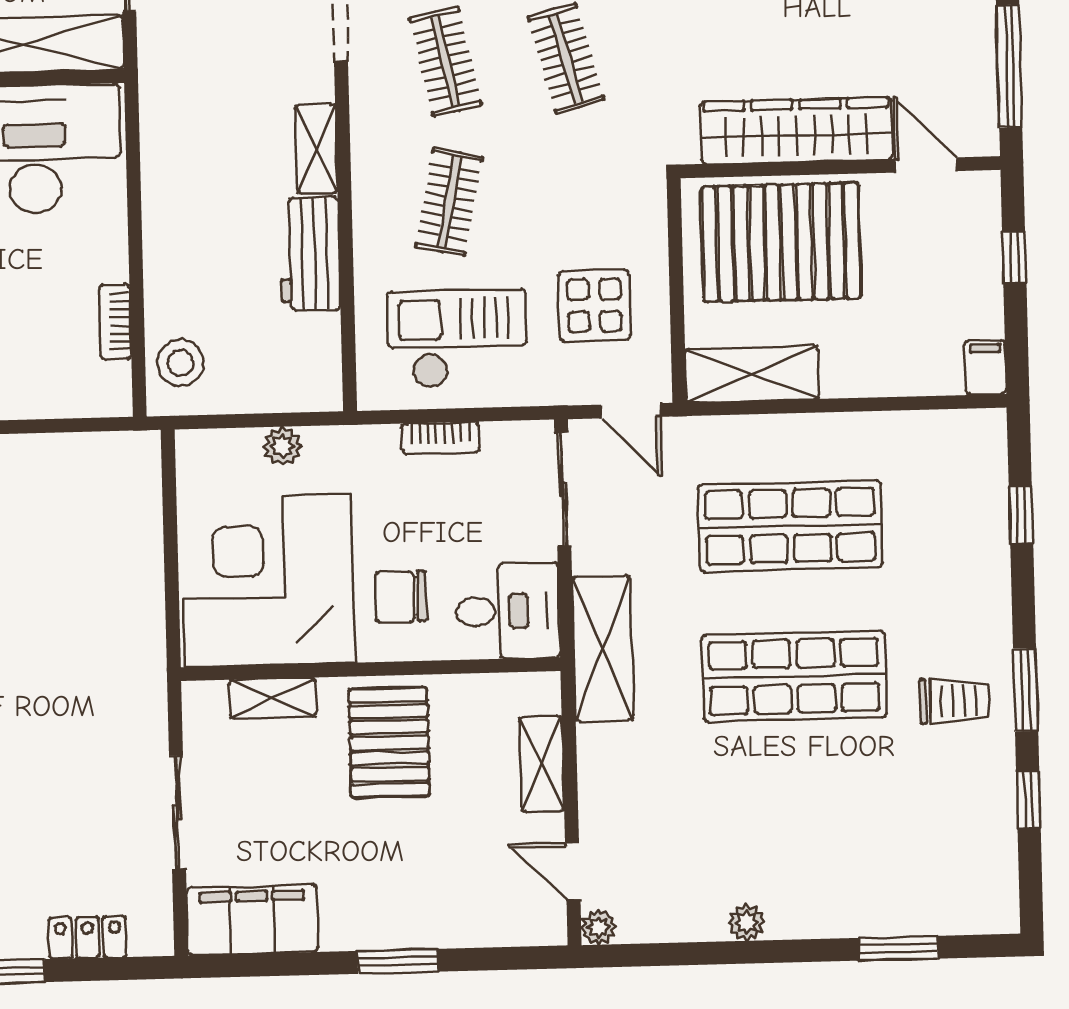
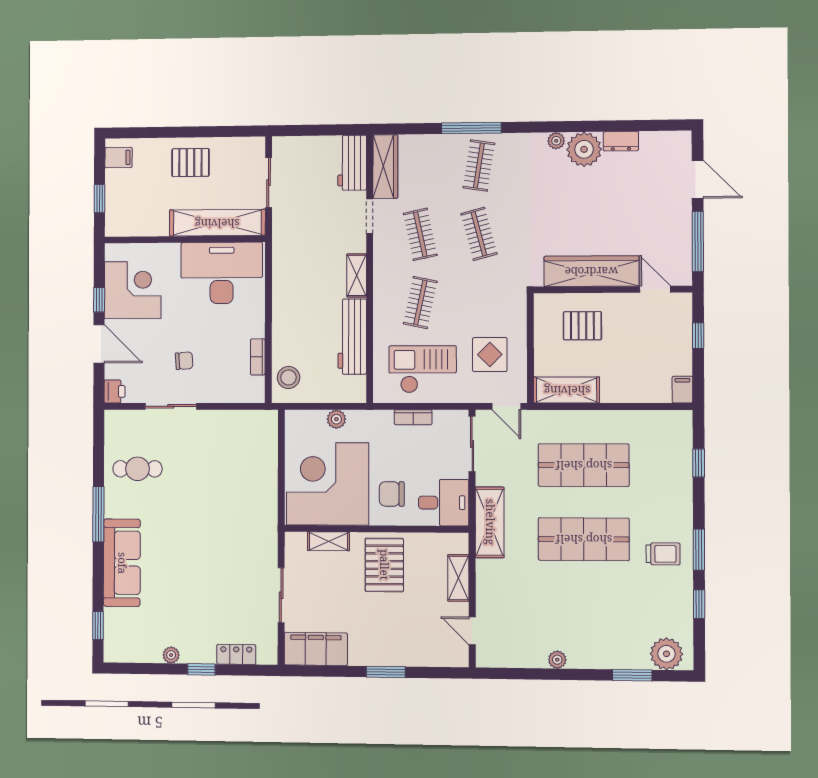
pallet: (781, 242) -> (582, 326), width x0.49, depth x0.50
workbench: (310, 254) -> (352, 337), width x1.38
plant: (598, 927) -> (666, 654), moved, width x1.88, depth x1.88

